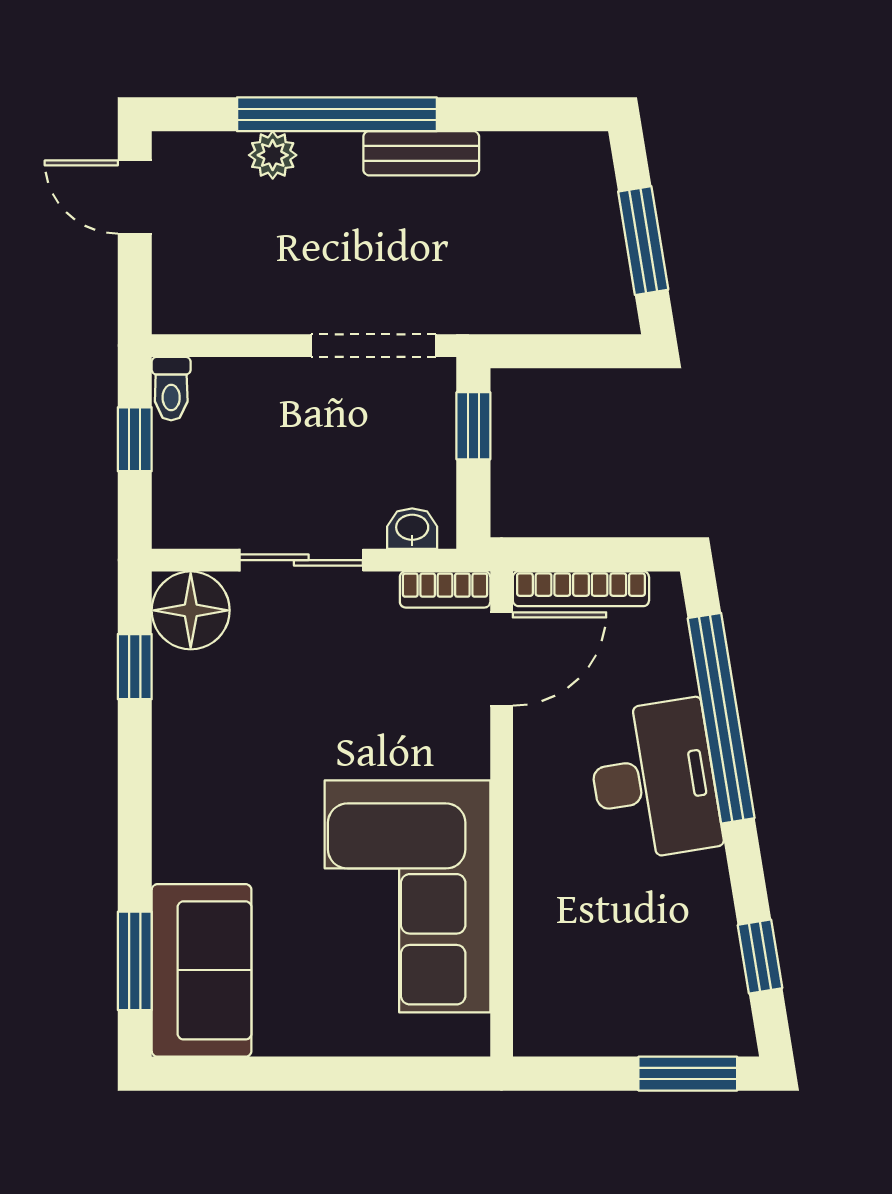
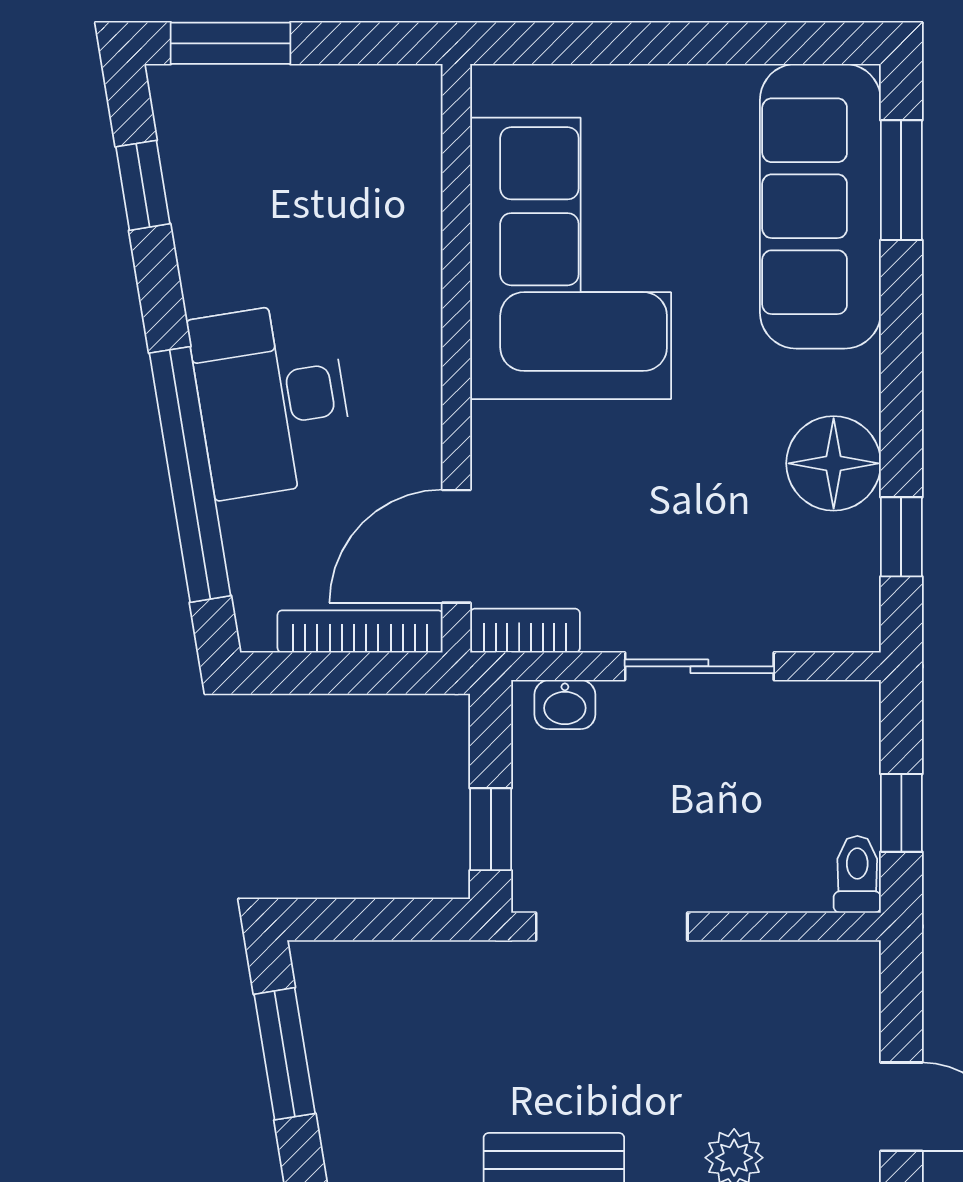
floor lamp: (191, 610) -> (834, 463), moved
sofa: (202, 970) -> (820, 206), width x1.36

